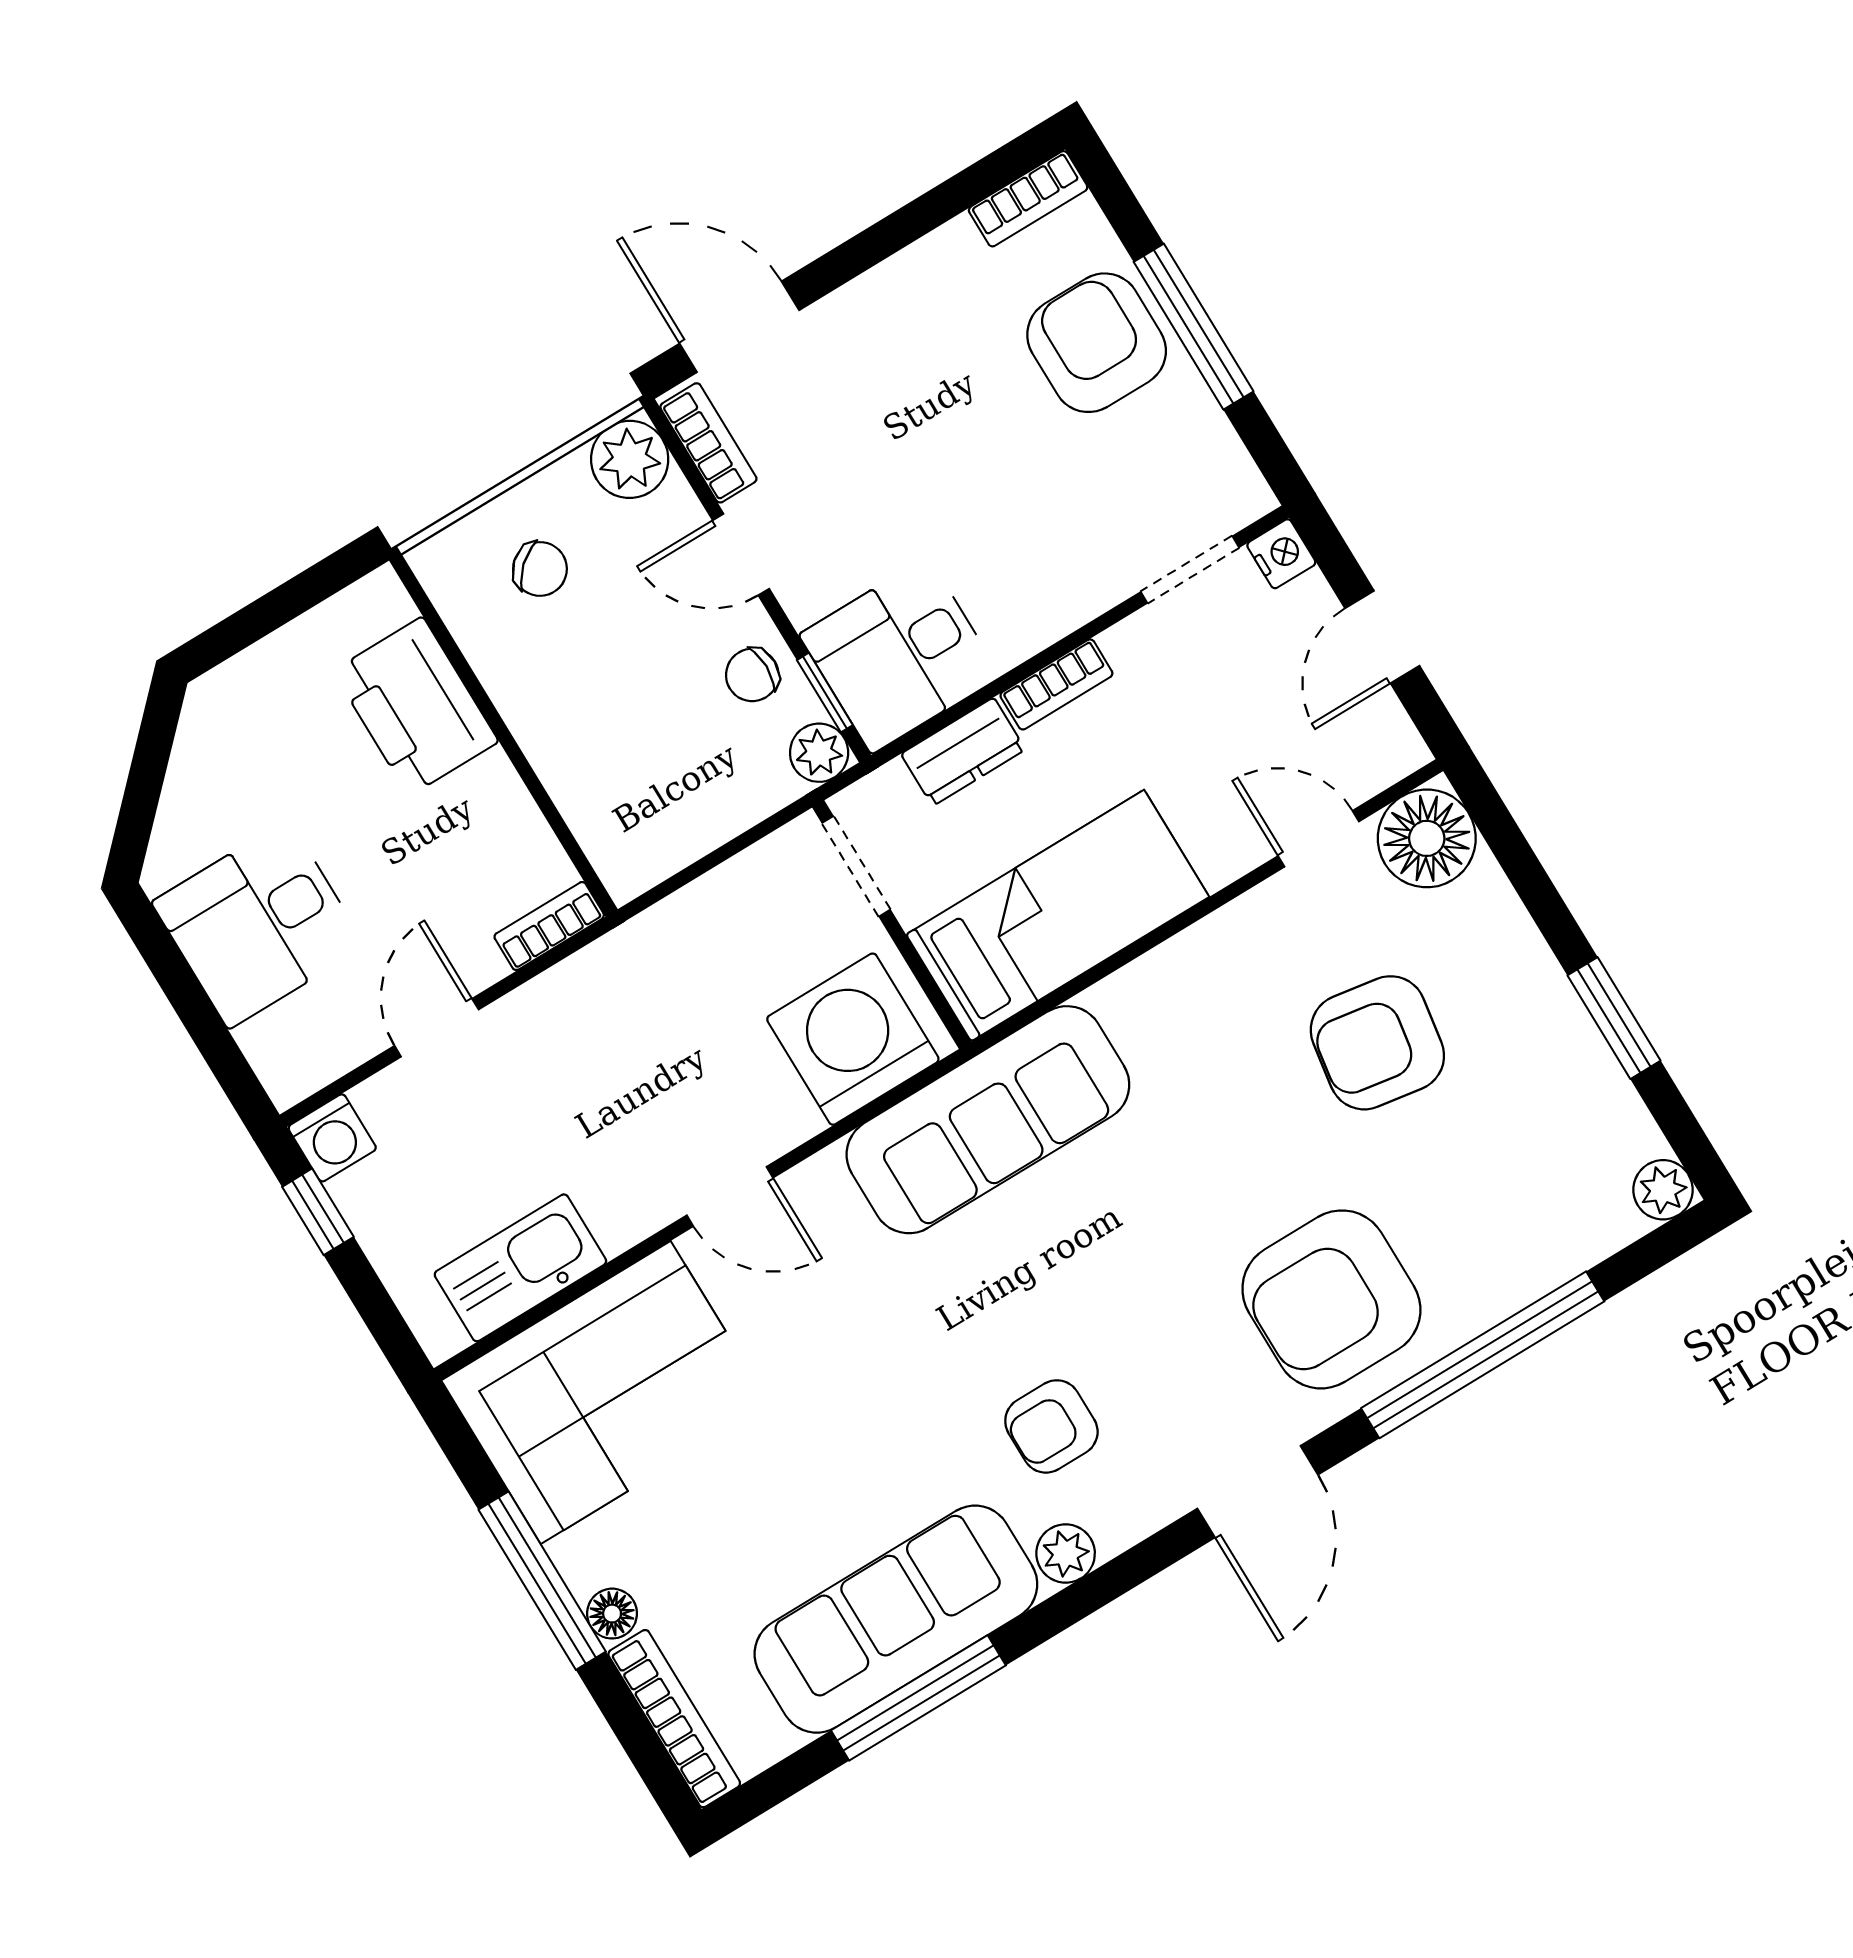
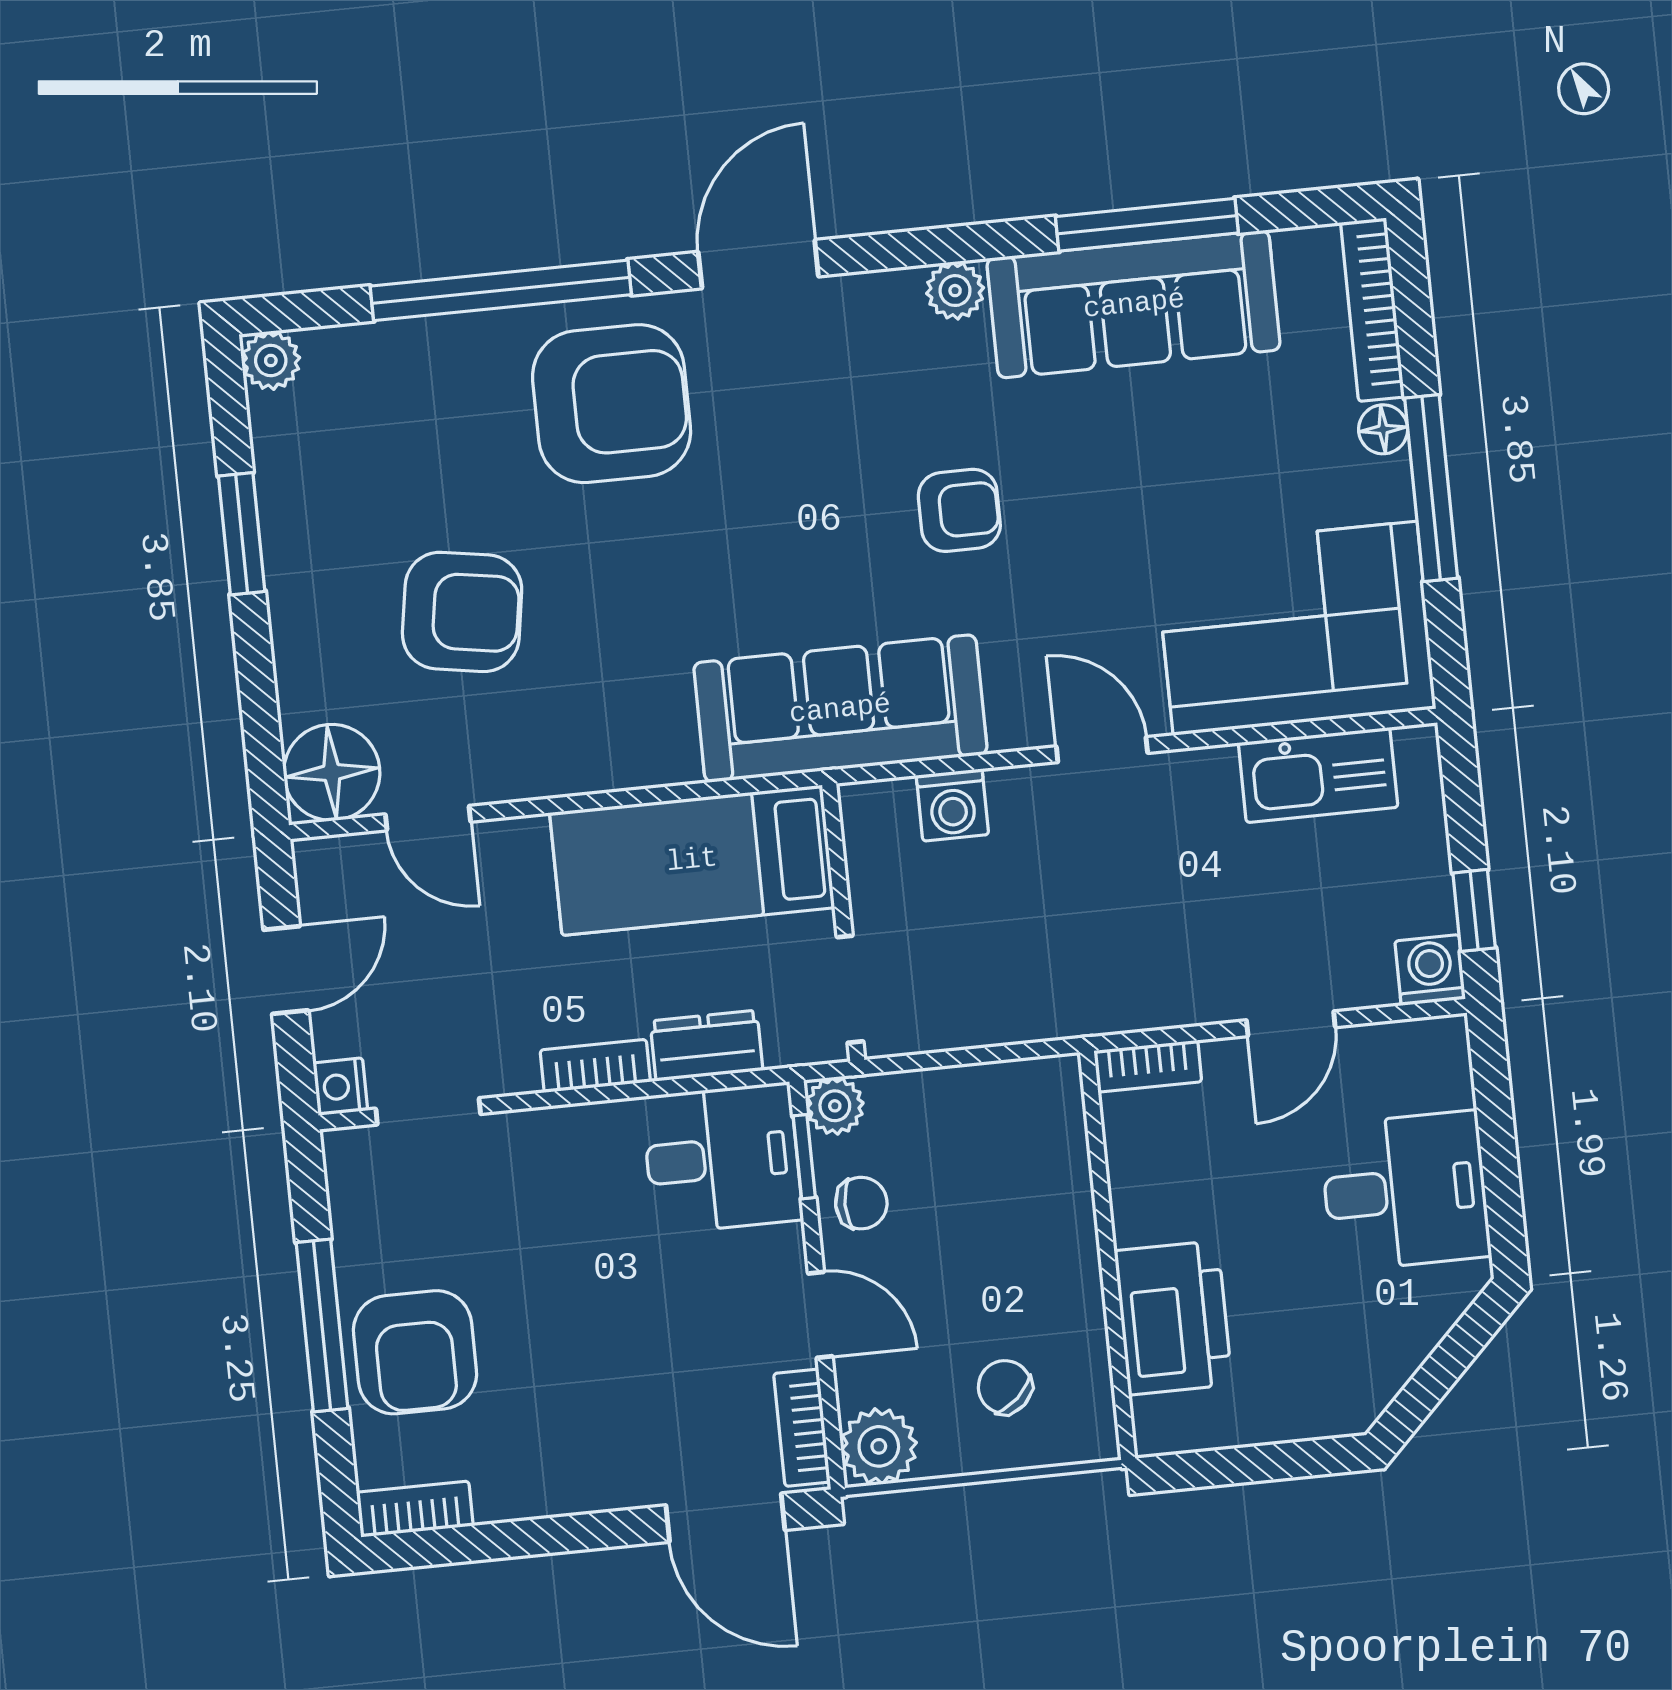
washing machine: (853, 1039) -> (952, 805), width x0.53, depth x0.53
armchair: (1051, 1426) -> (959, 510), moved

